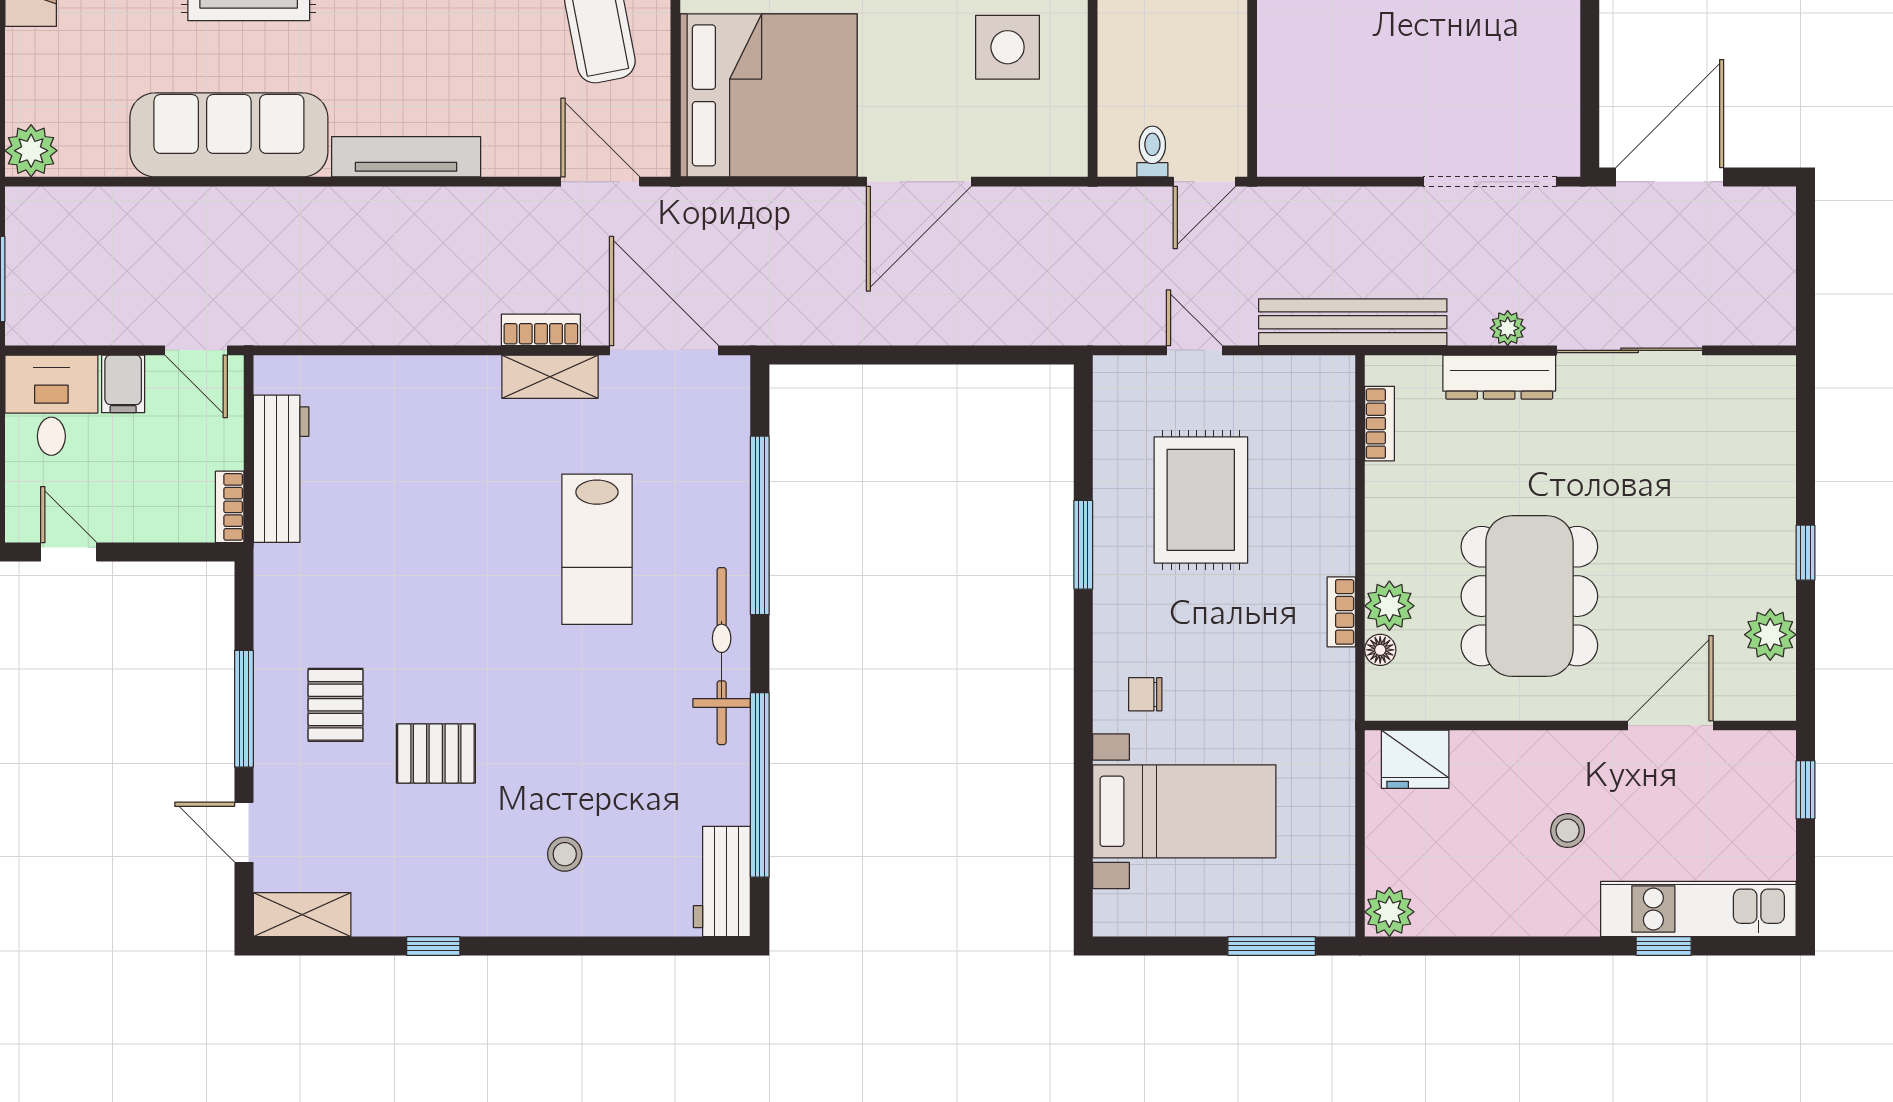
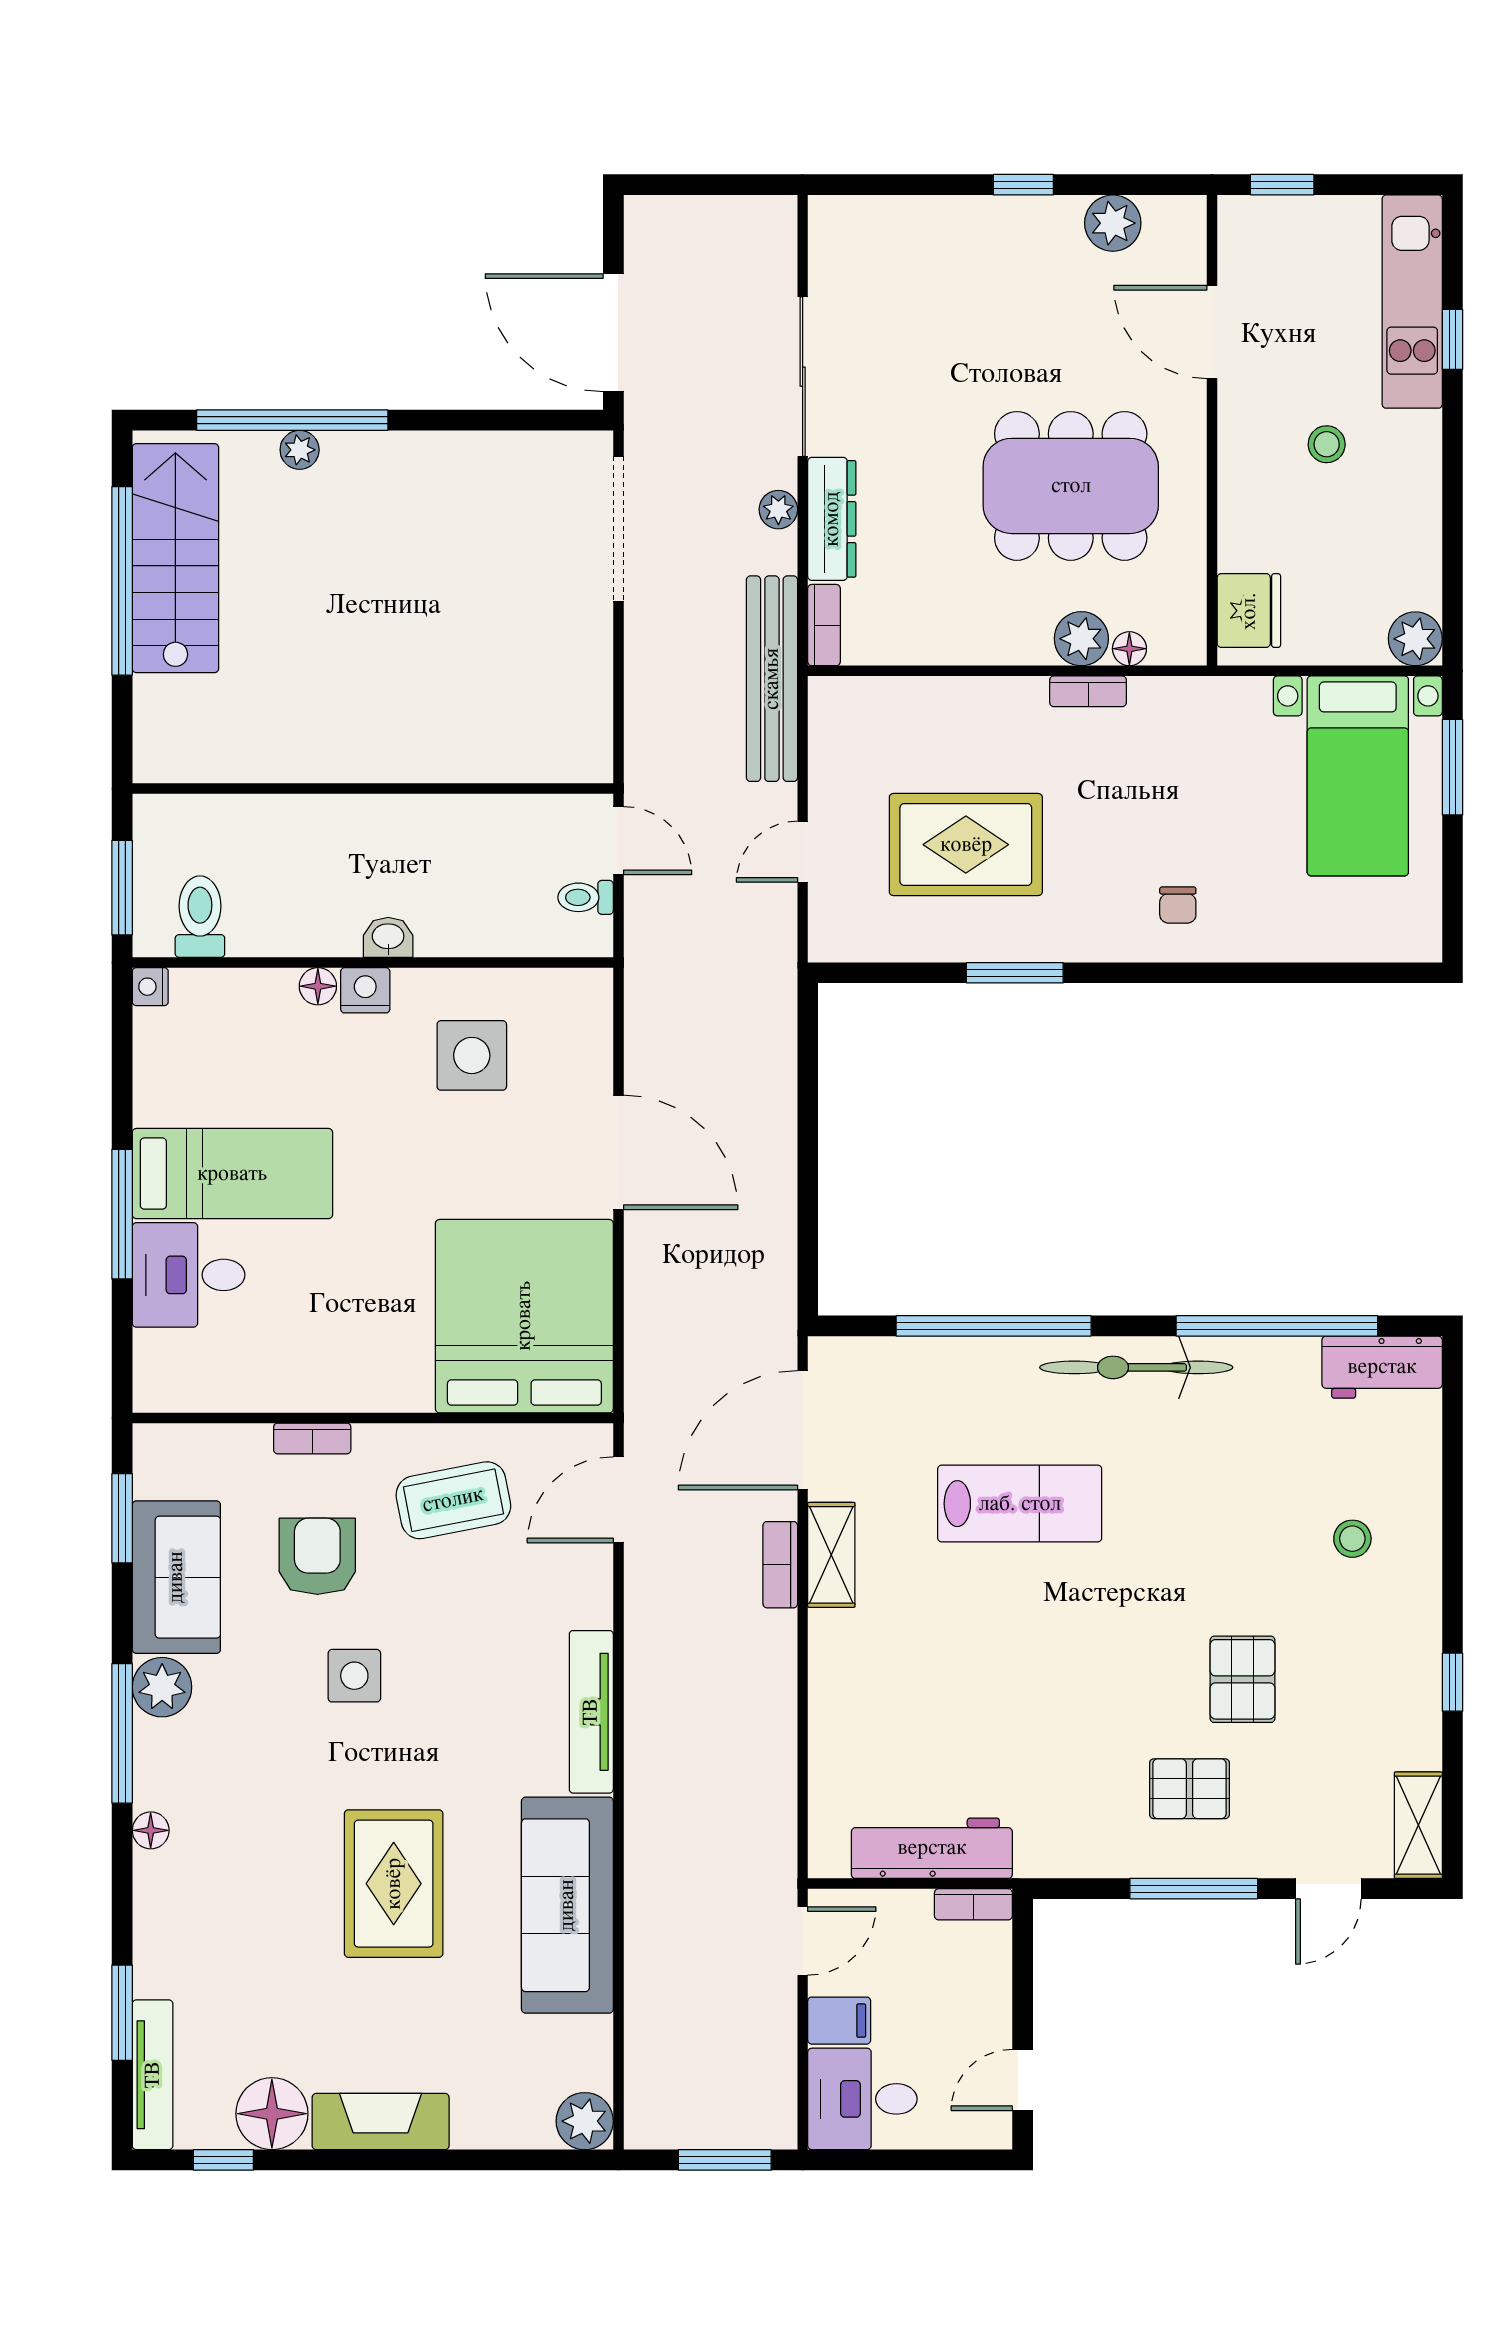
bookcase: (1380, 424) -> (824, 625), moved, turned 90
bed with nightstands: (1184, 811) -> (1358, 776), moved, turned 180

